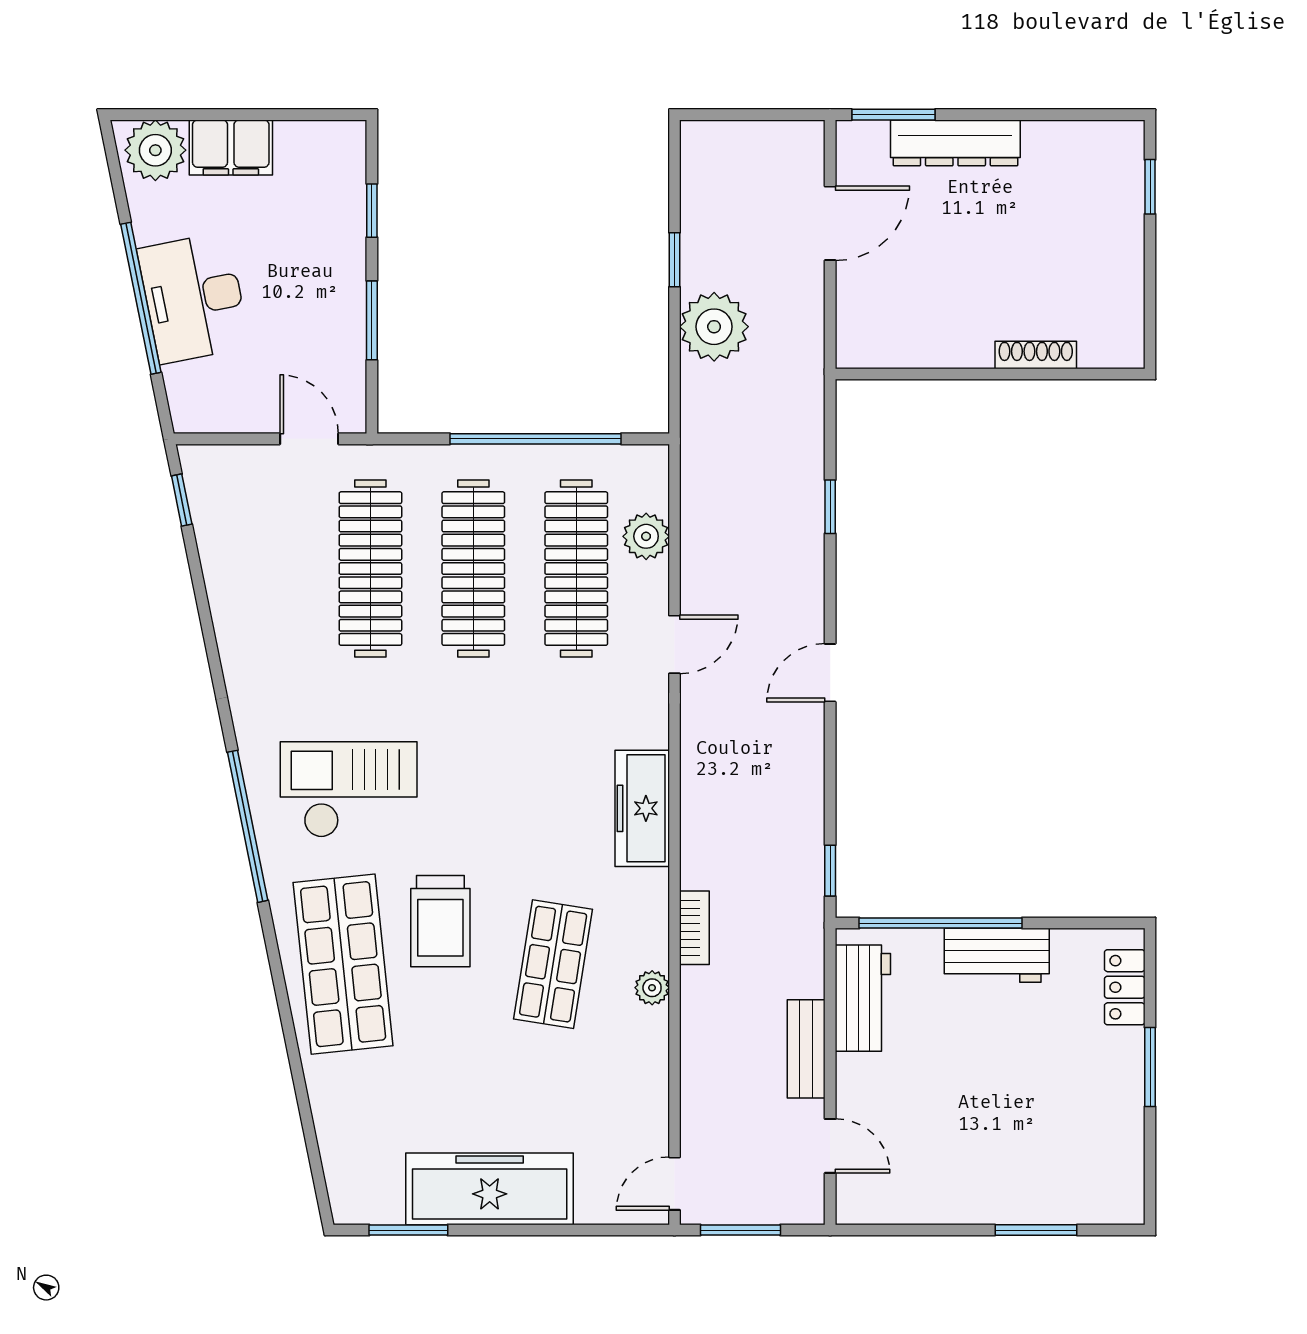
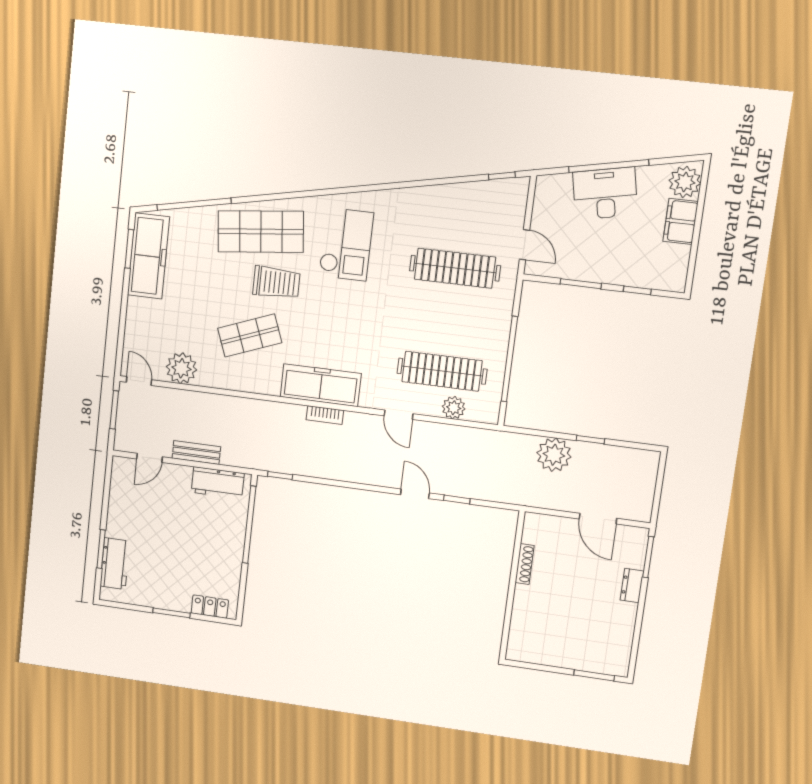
dresser: (955, 143) -> (632, 586), width x0.51, depth x0.80
window: (1150, 187) -> (594, 675), width x1.50
shoe rack: (1036, 355) -> (525, 564), moved
door: (309, 439) -> (525, 245), hinge flipped
clothes rail: (473, 569) -> (448, 320), removed
door: (830, 673) -> (415, 494), moved
freezer: (642, 808) -> (321, 385), width x1.36, depth x1.26
window: (248, 826) -> (194, 204), moved
trolley: (440, 921) -> (276, 282), turned 180
bookcase: (694, 928) -> (325, 415), moved
workbench: (997, 955) -> (115, 564), moved, turned 180
shop shelf: (553, 964) -> (250, 335), turned -30
plant: (652, 988) -> (181, 368), moved, width x1.87, depth x1.87
freezer: (490, 1189) -> (148, 256), moved

